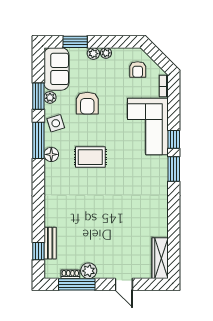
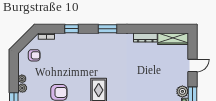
corner sofa: (148, 126) -> (76, 48), removed
window: (174, 139) -> (72, 29), moved
dresser: (162, 220) -> (145, 38), added

